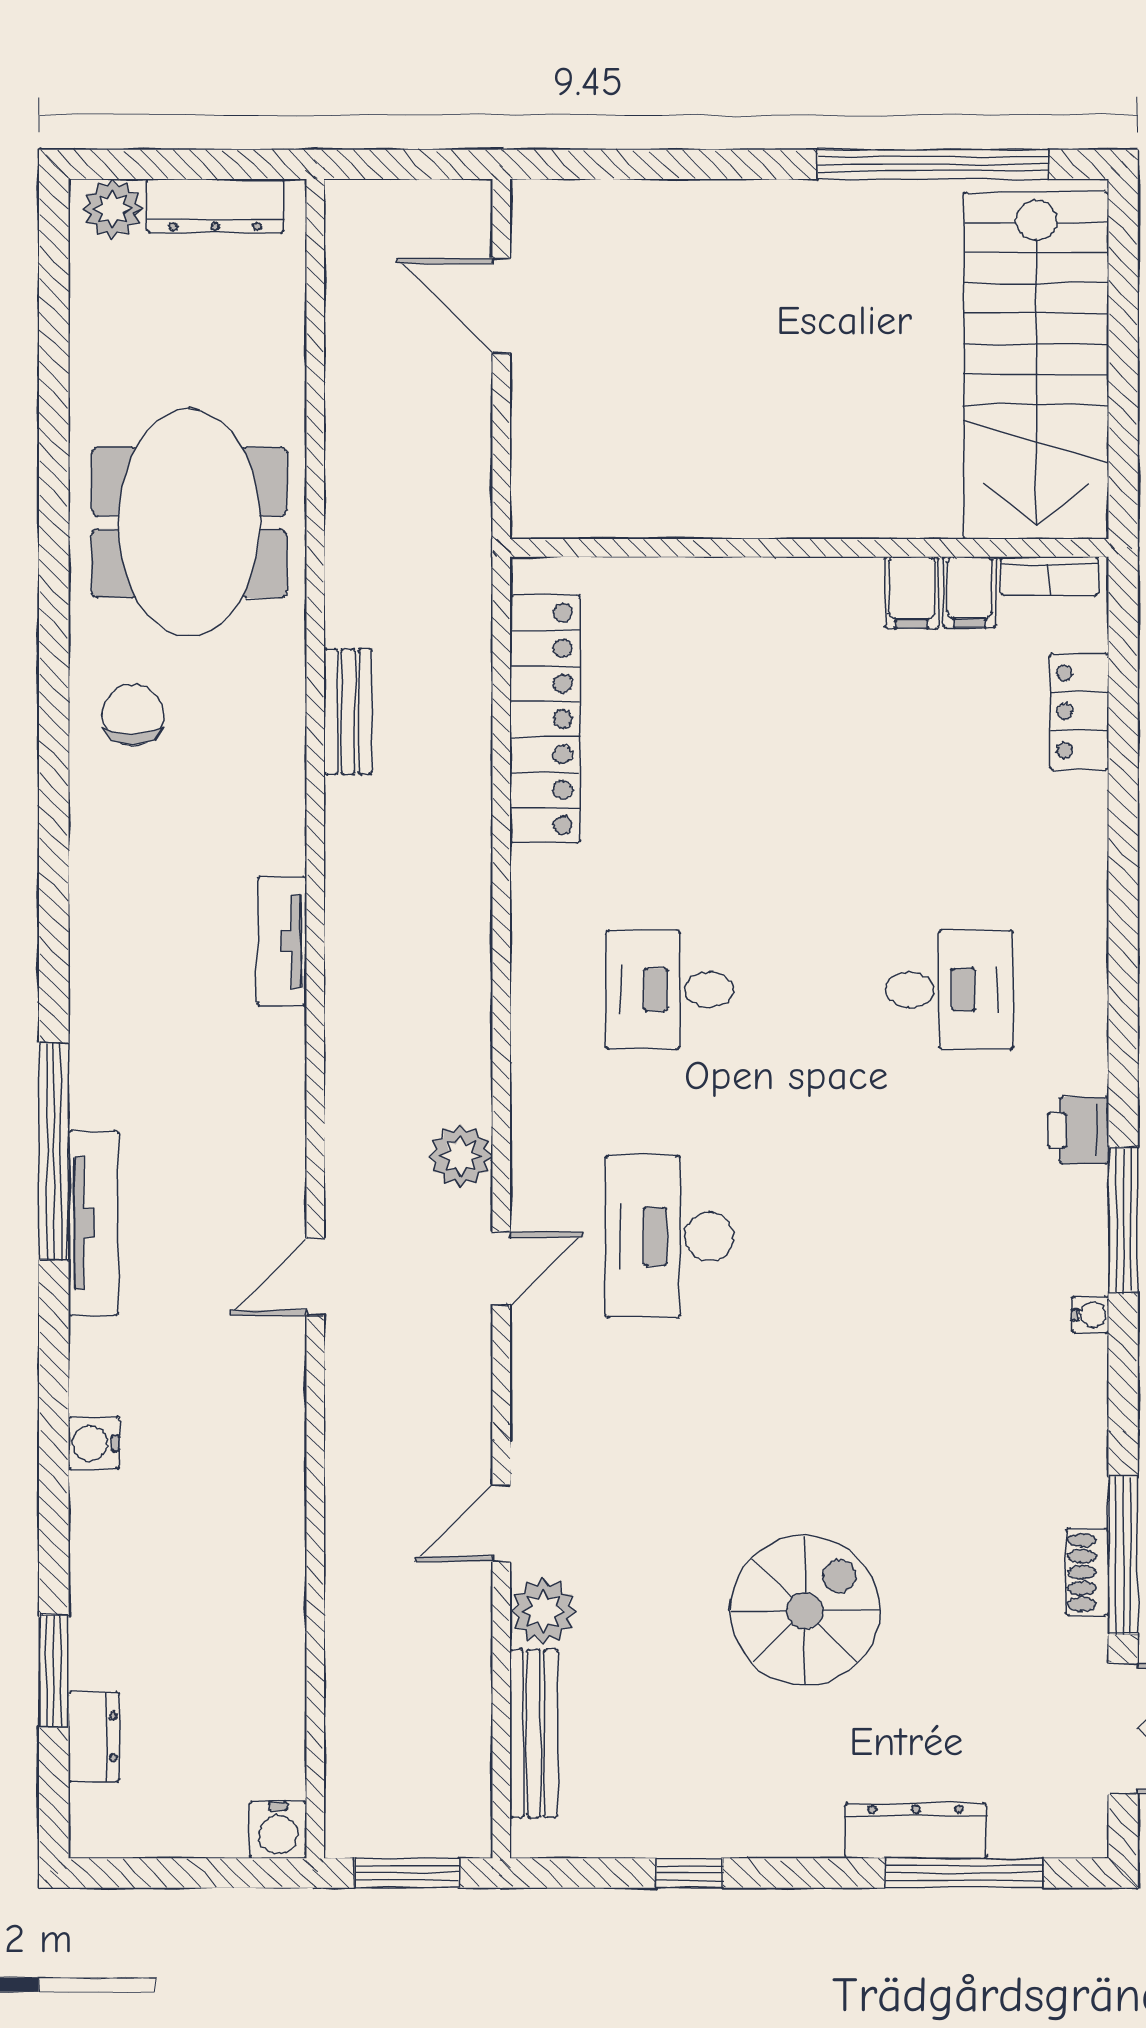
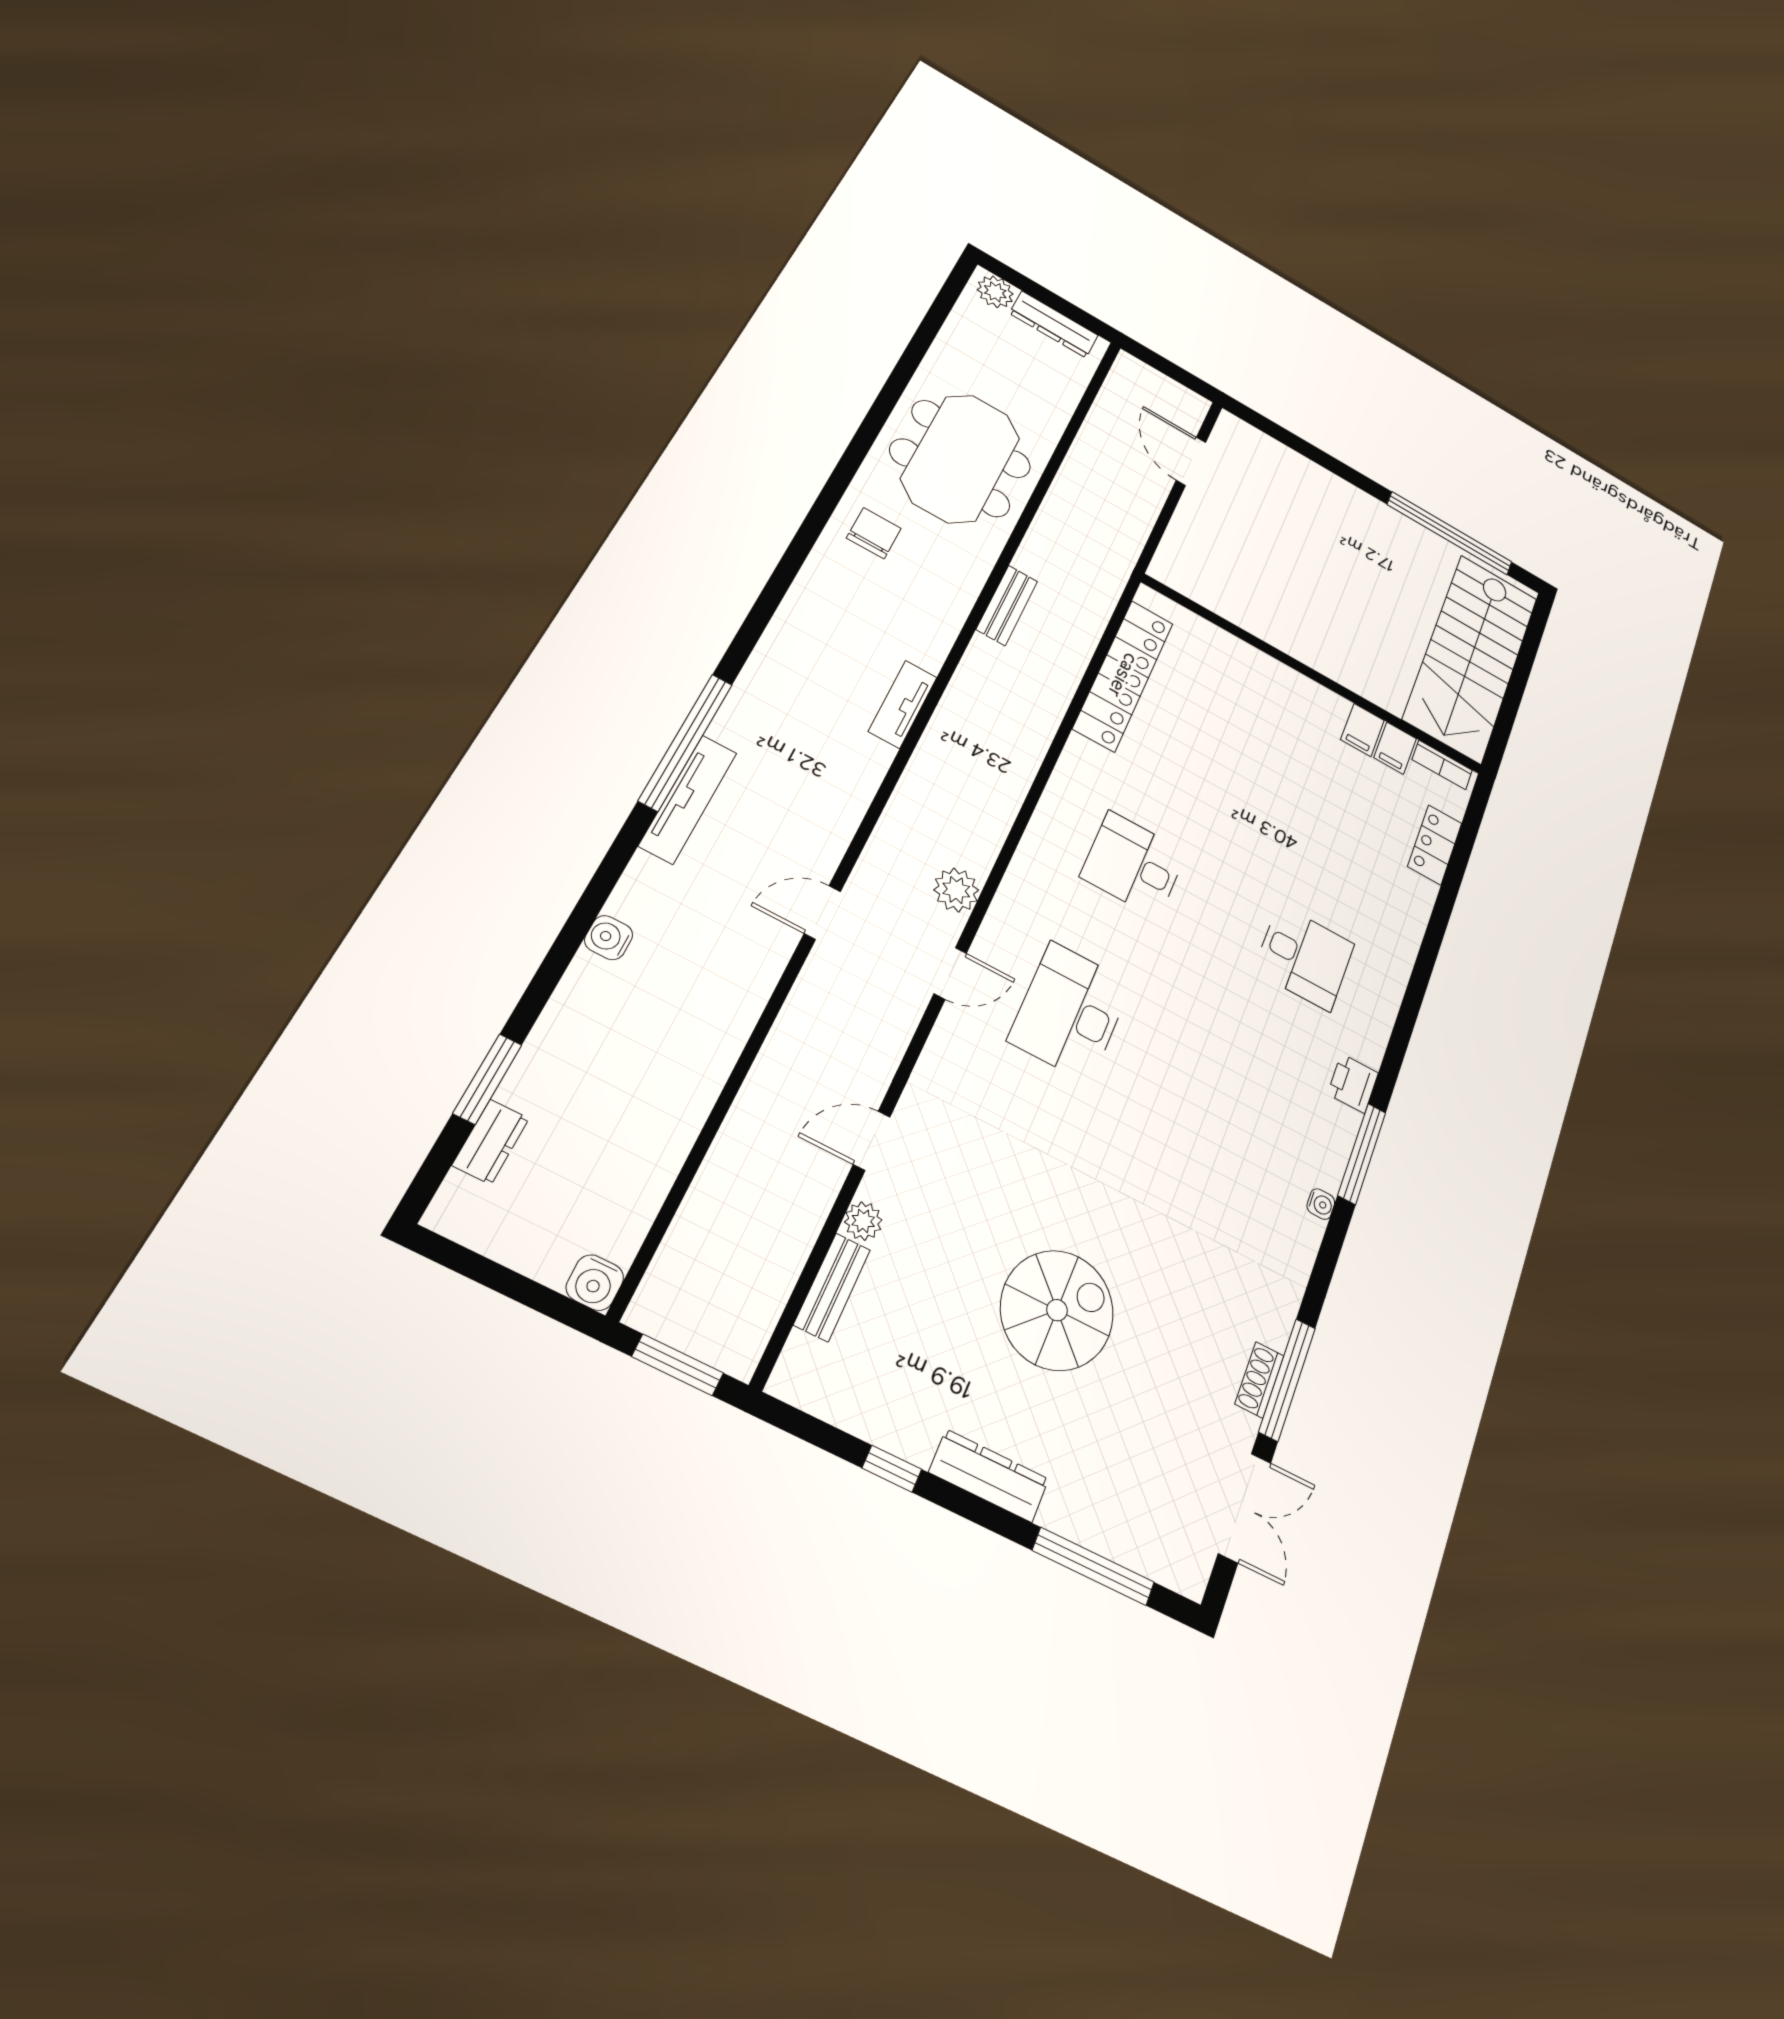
plant: (543, 1611) -> (863, 1221), width x0.73, depth x0.73
bench: (534, 1734) -> (832, 1287), width x0.73
dresser: (916, 1831) -> (989, 1476), moved

